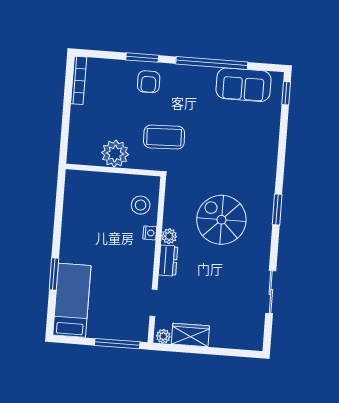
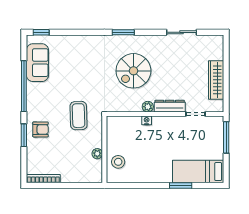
plant: (115, 154) -> (97, 154), width x0.53, depth x0.53
stool: (141, 205) -> (118, 162), moved
dresser: (168, 261) -> (170, 106), width x1.44
wardrobe: (190, 335) -> (216, 80), width x1.50
plant: (163, 336) -> (218, 105), removed

